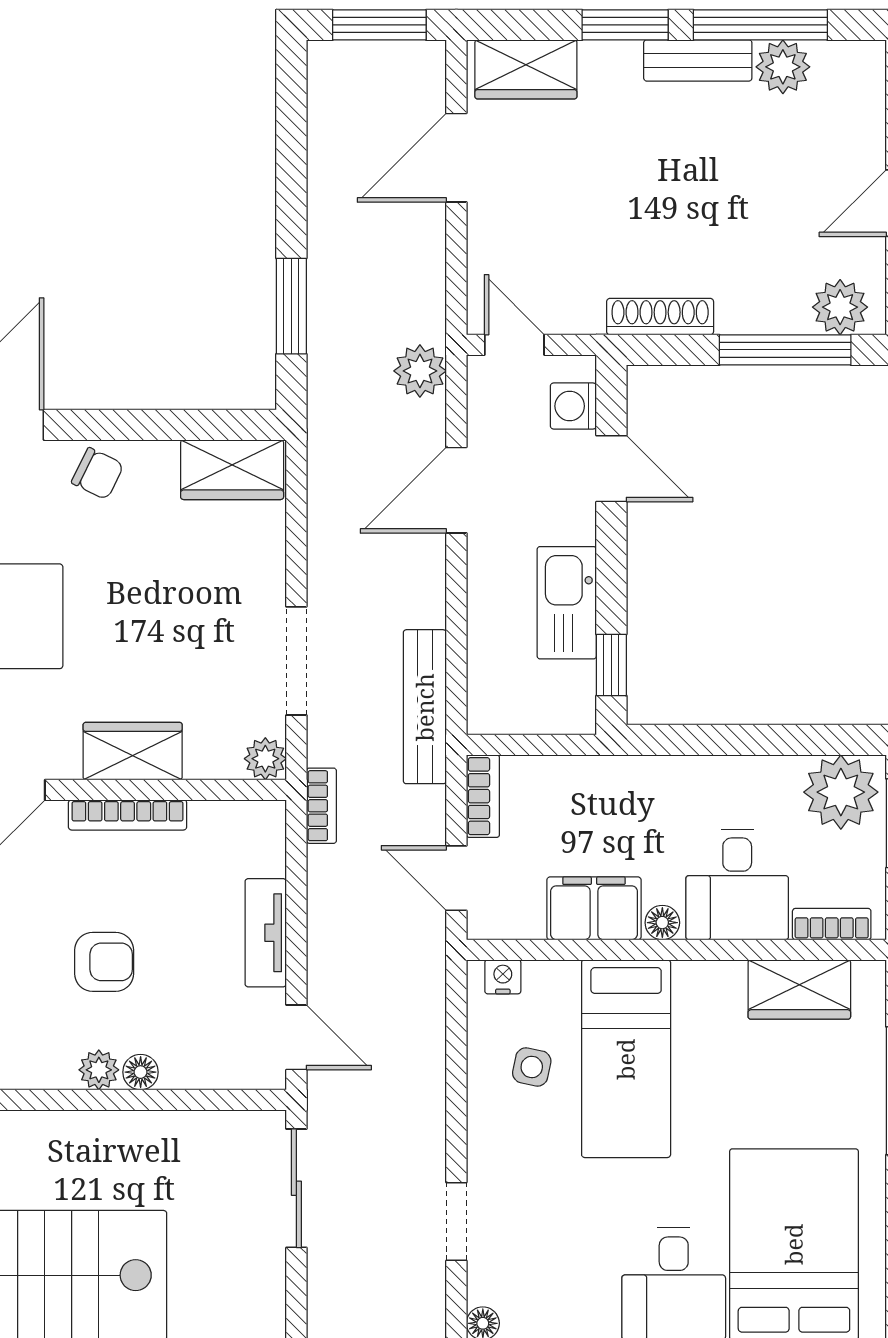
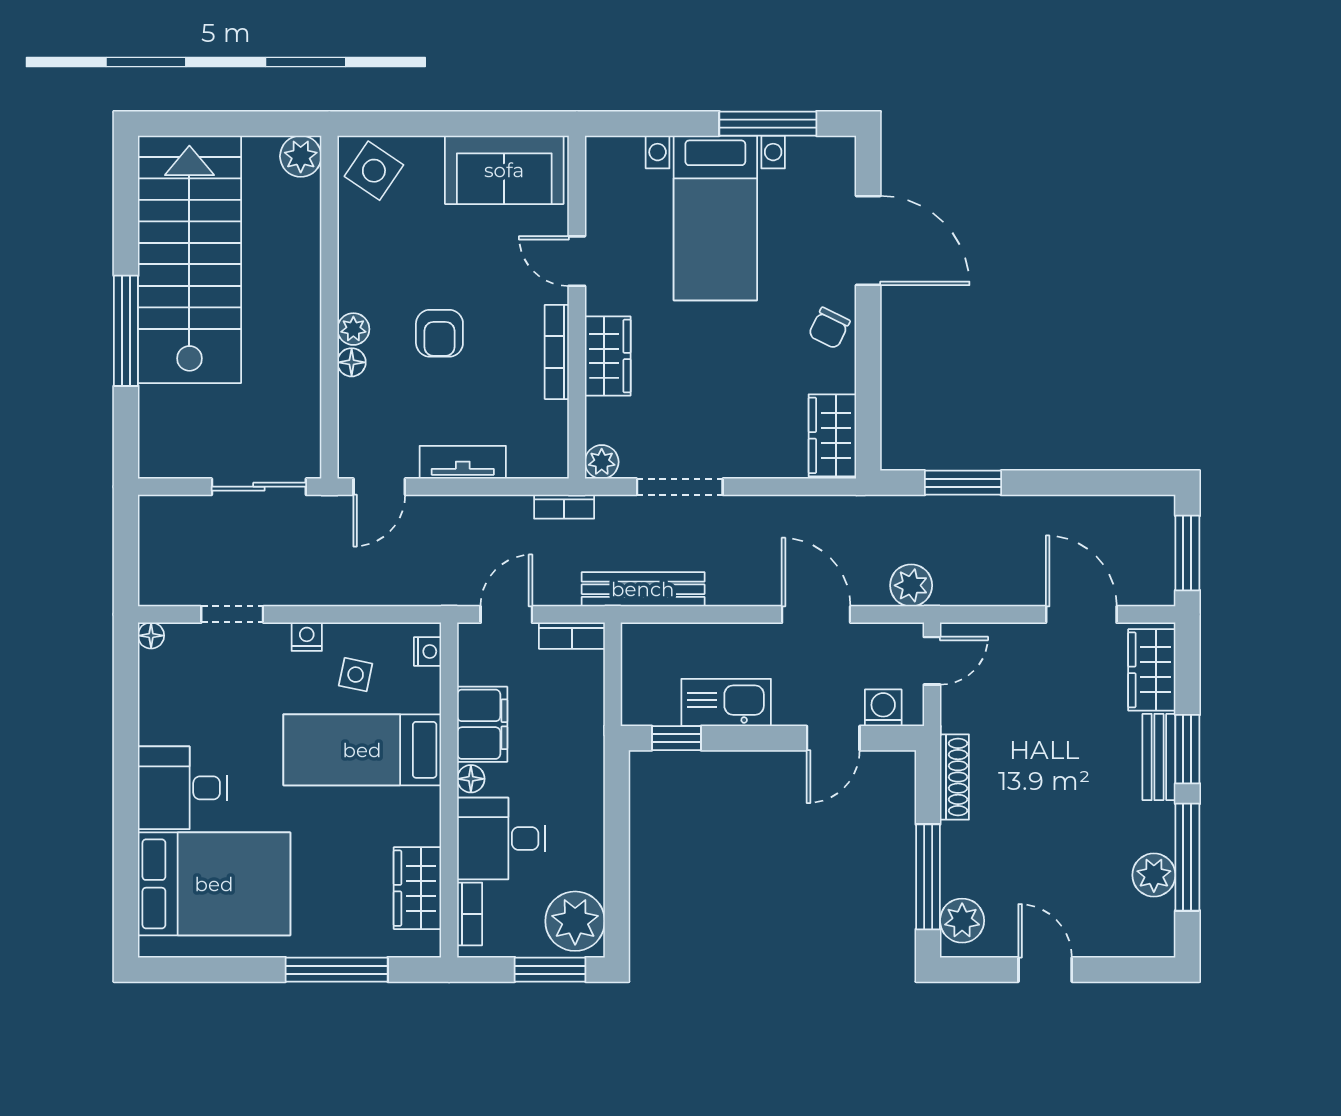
bench: (698, 60) -> (1159, 757), moved
nightstand: (484, 1128) -> (307, 637), added

